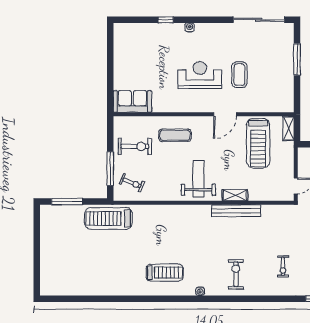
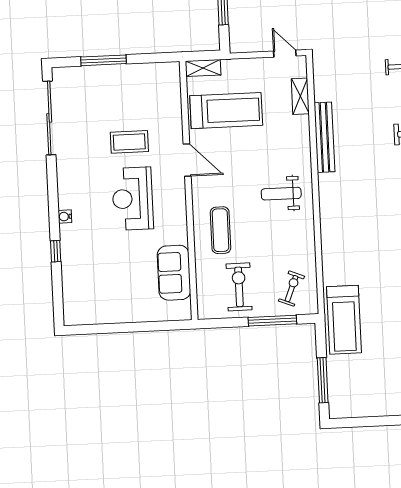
sofa: (132, 101) -> (174, 273), moved
weight bench: (198, 179) -> (281, 194), width x0.73, depth x0.75
shelving: (235, 195) -> (300, 96), moved

